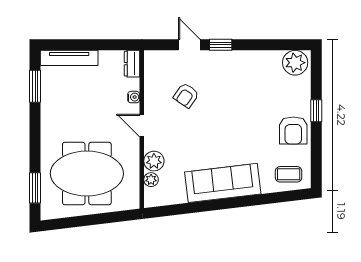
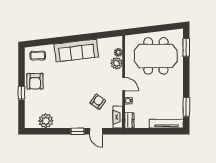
plant: (295, 63) -> (46, 121), moved
fireplace: (152, 69) -> (118, 117), added
armchair: (293, 130) -> (35, 81), turned 180

